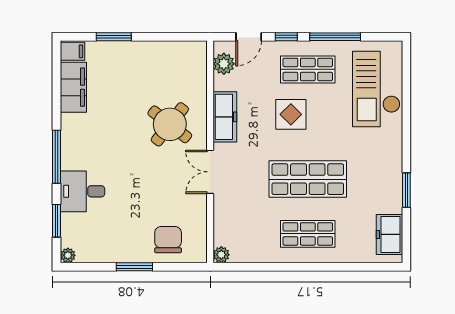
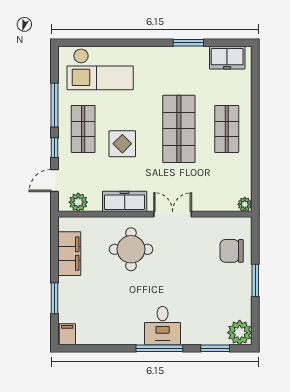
door: (249, 37) -> (55, 181), swing flipped
filing cabinet: (73, 87) -> (69, 254), moved, turned 90
round table: (170, 124) -> (131, 249), turned -38
double door: (210, 172) -> (173, 214), swing flipped
desk: (82, 191) -> (163, 326), moved
plant: (68, 255) -> (240, 333), width x1.87, depth x1.87

